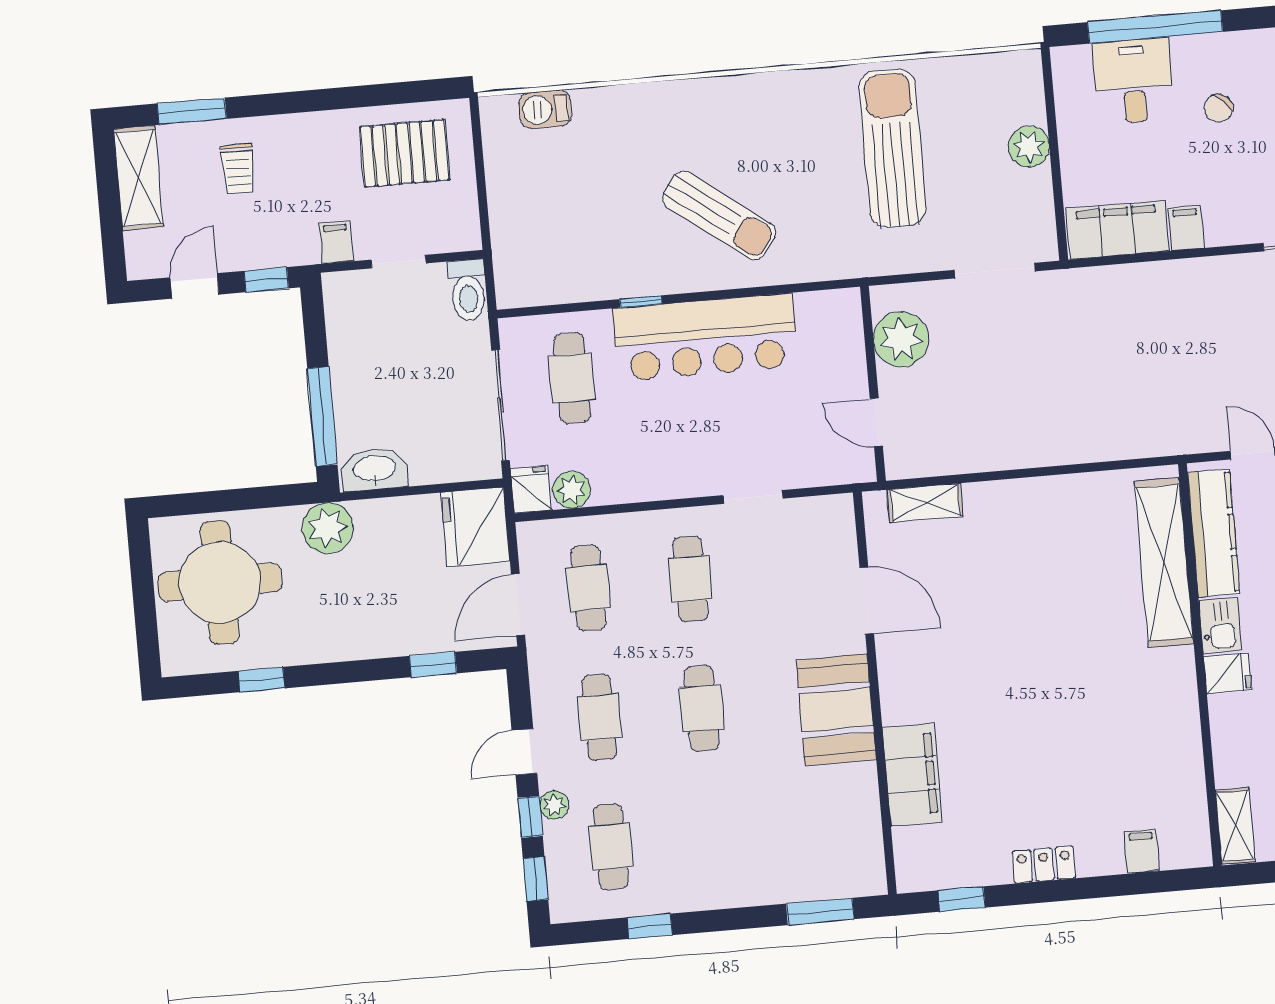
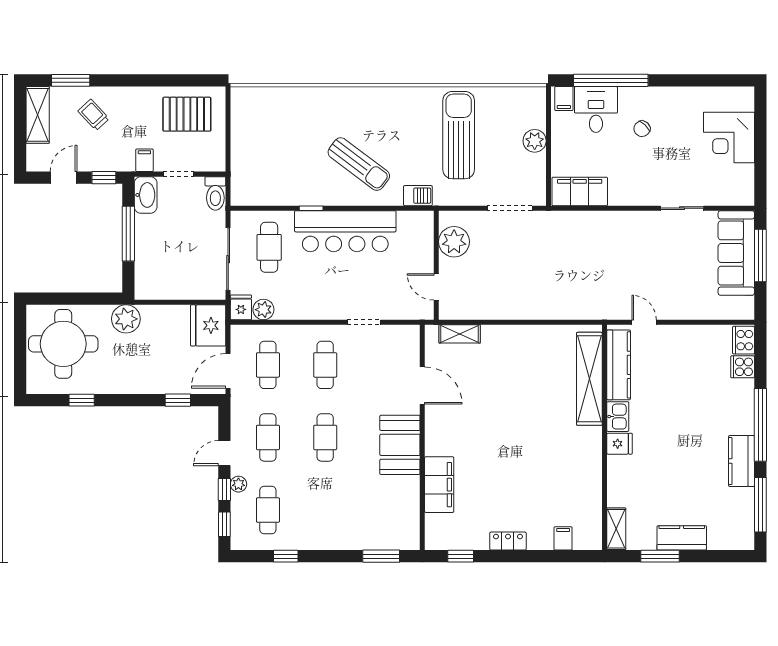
barbecue: (545, 109) -> (418, 196), moved, turned 180
trolley: (238, 169) -> (93, 115), turned 137
filing cabinet: (1186, 228) -> (564, 99), moved, turned 180
window: (322, 416) -> (128, 234), moved
washbasin: (375, 469) -> (146, 195), moved, turned 90

